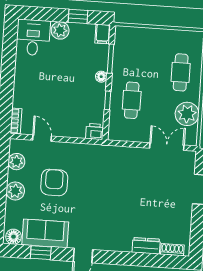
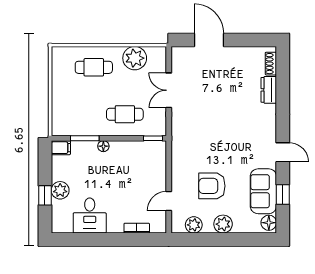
window: (78, 16) -> (45, 195), moved
desk: (33, 37) -> (90, 216), moved, turned -90
window: (108, 100) -> (153, 138), moved
bookcase: (16, 121) -> (137, 228), moved
printer: (95, 132) -> (159, 149), removed
double door: (167, 147) -> (169, 90), moved

